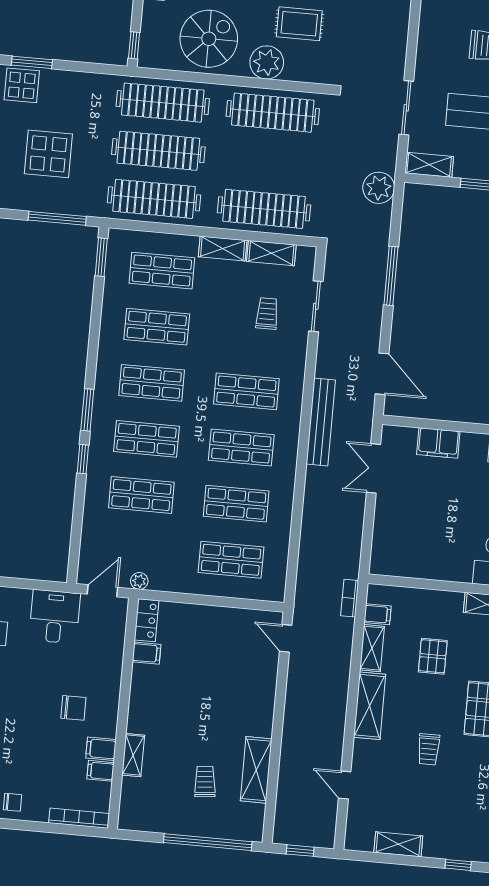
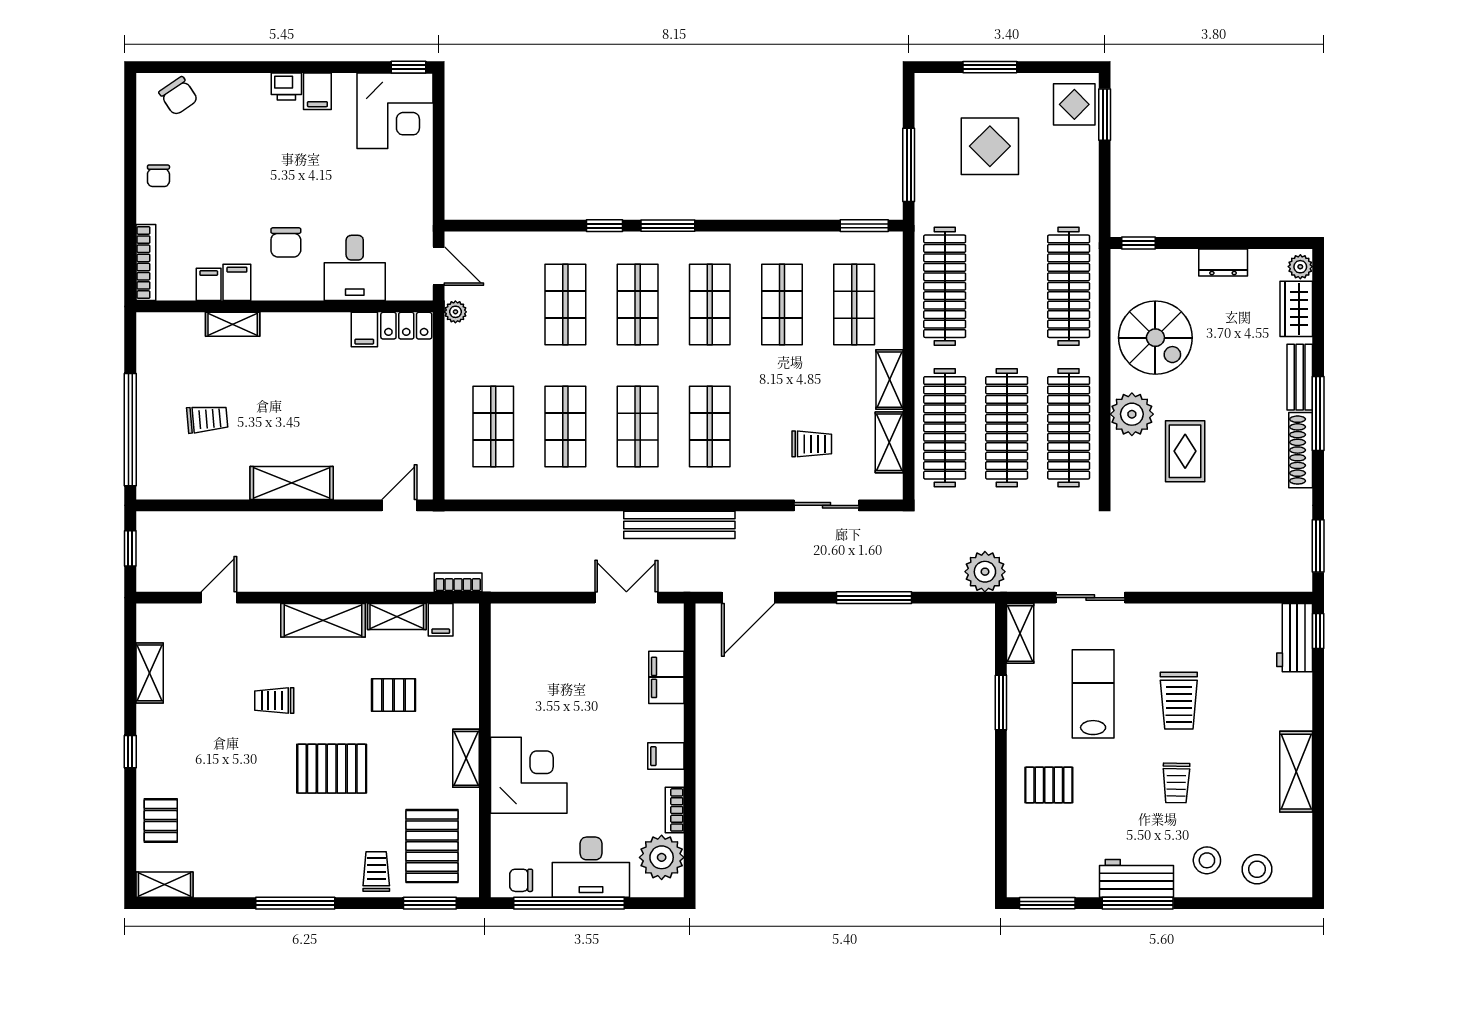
clothes rail: (158, 151) -> (1007, 428), moved
desk: (55, 617) -> (355, 268), moved, turned 90
shelving: (256, 770) -> (292, 483), moved

